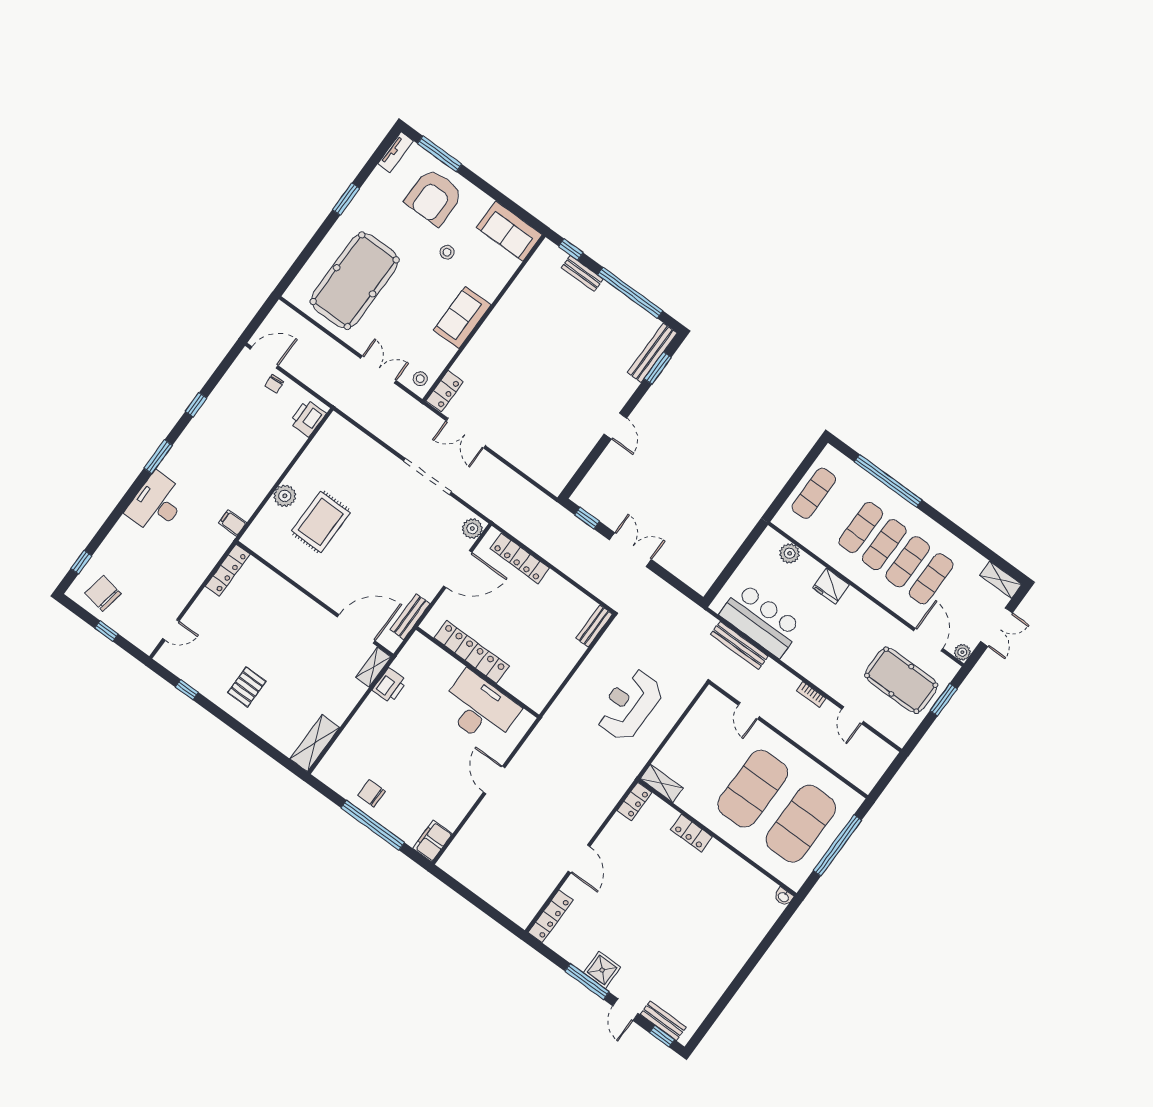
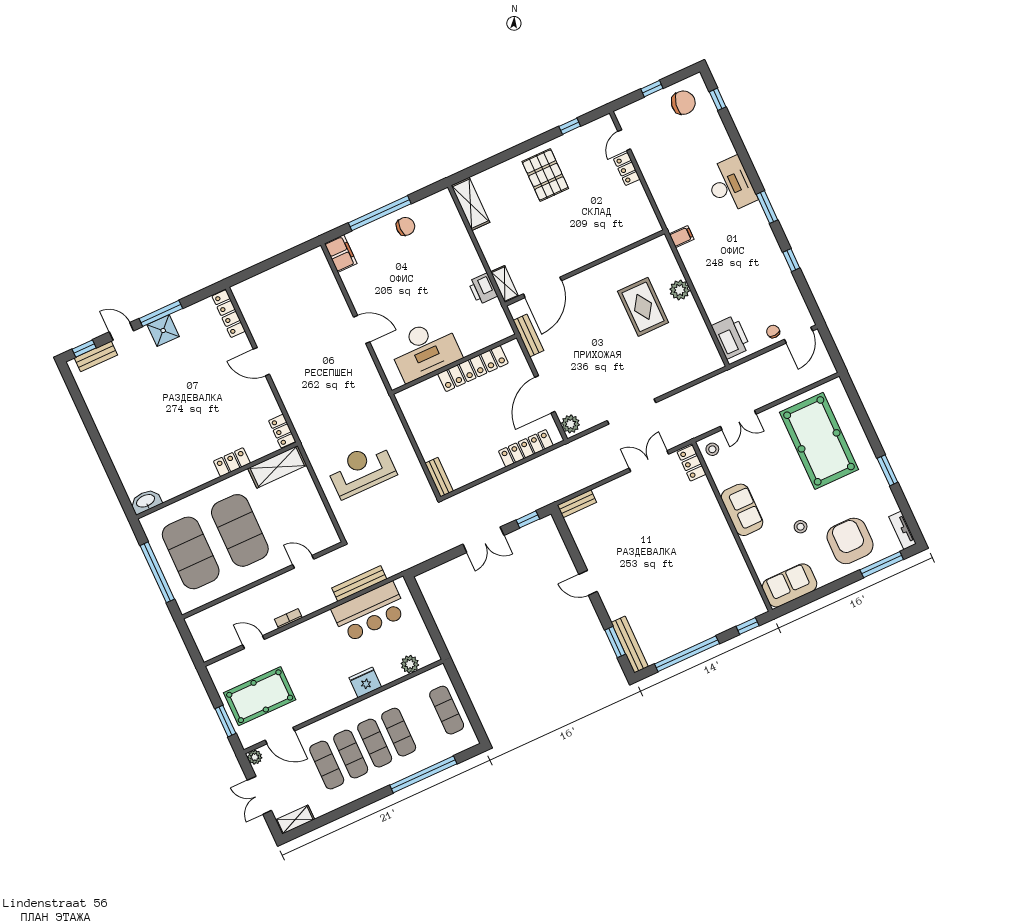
bench: (582, 273) -> (577, 504), moved
printer: (308, 418) -> (731, 337), width x1.37, depth x1.19
locker: (228, 570) -> (627, 169), moved, width x0.66
pallet: (247, 687) -> (545, 175), width x1.50, depth x1.42
reception desk: (629, 704) -> (361, 470), turned -90
shelving: (662, 783) -> (277, 467), width x1.50, depth x1.33
washbasin: (784, 897) -> (146, 501), width x1.91, depth x1.45

